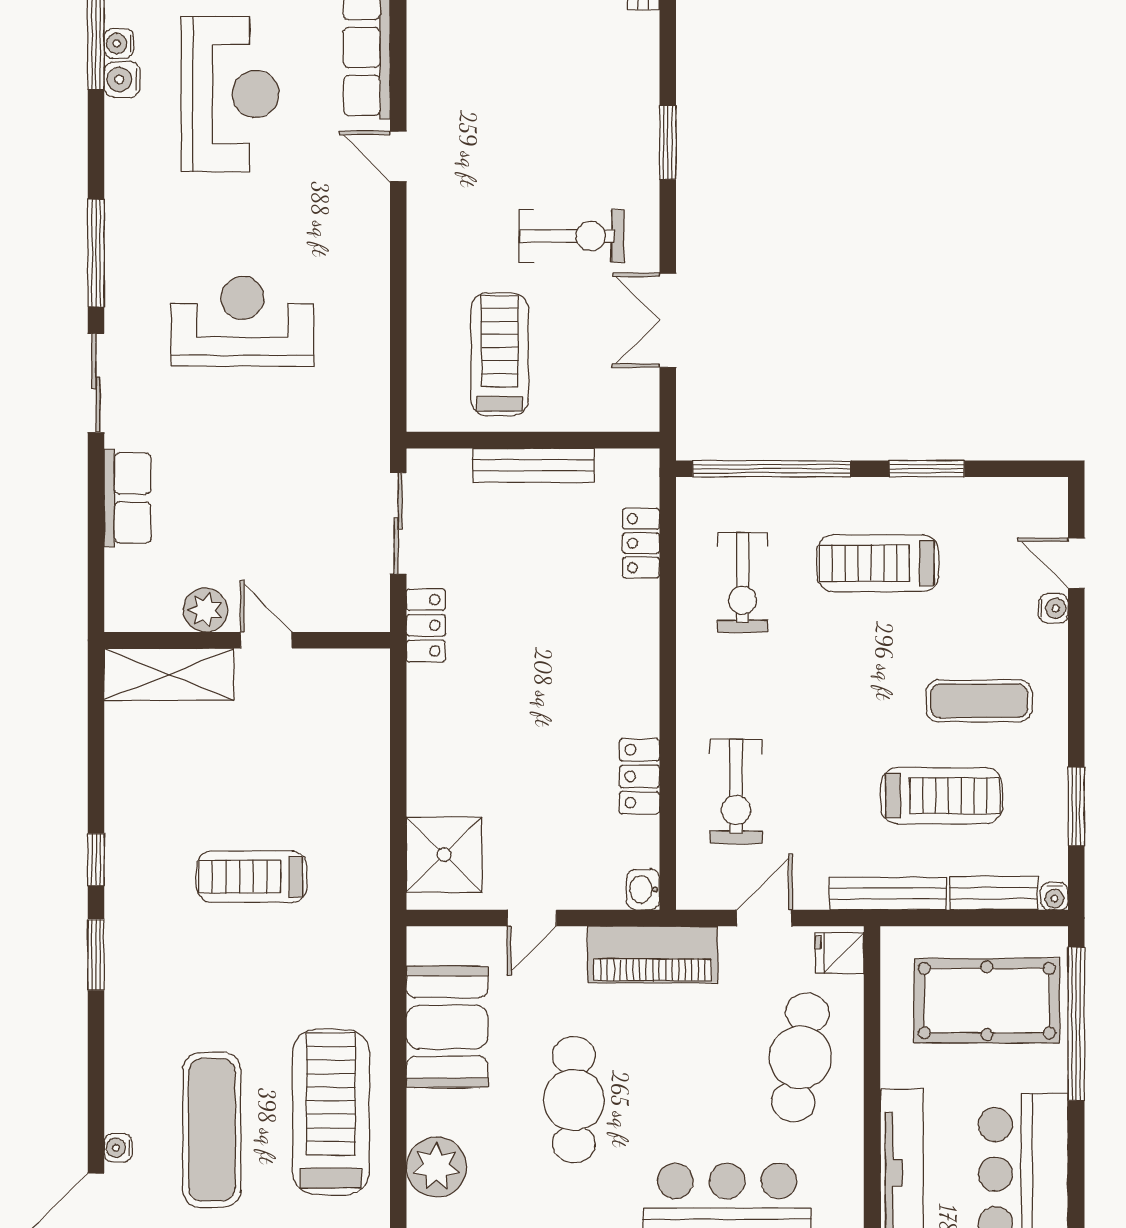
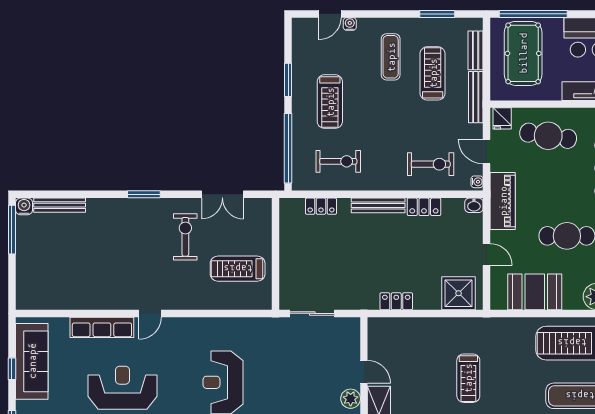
bench: (533, 465) -> (378, 205), moved, turned 90
locker: (426, 625) -> (396, 301), moved
door: (266, 640) -> (364, 372), swing flipped
water cooler: (1055, 896) -> (477, 182), moved

